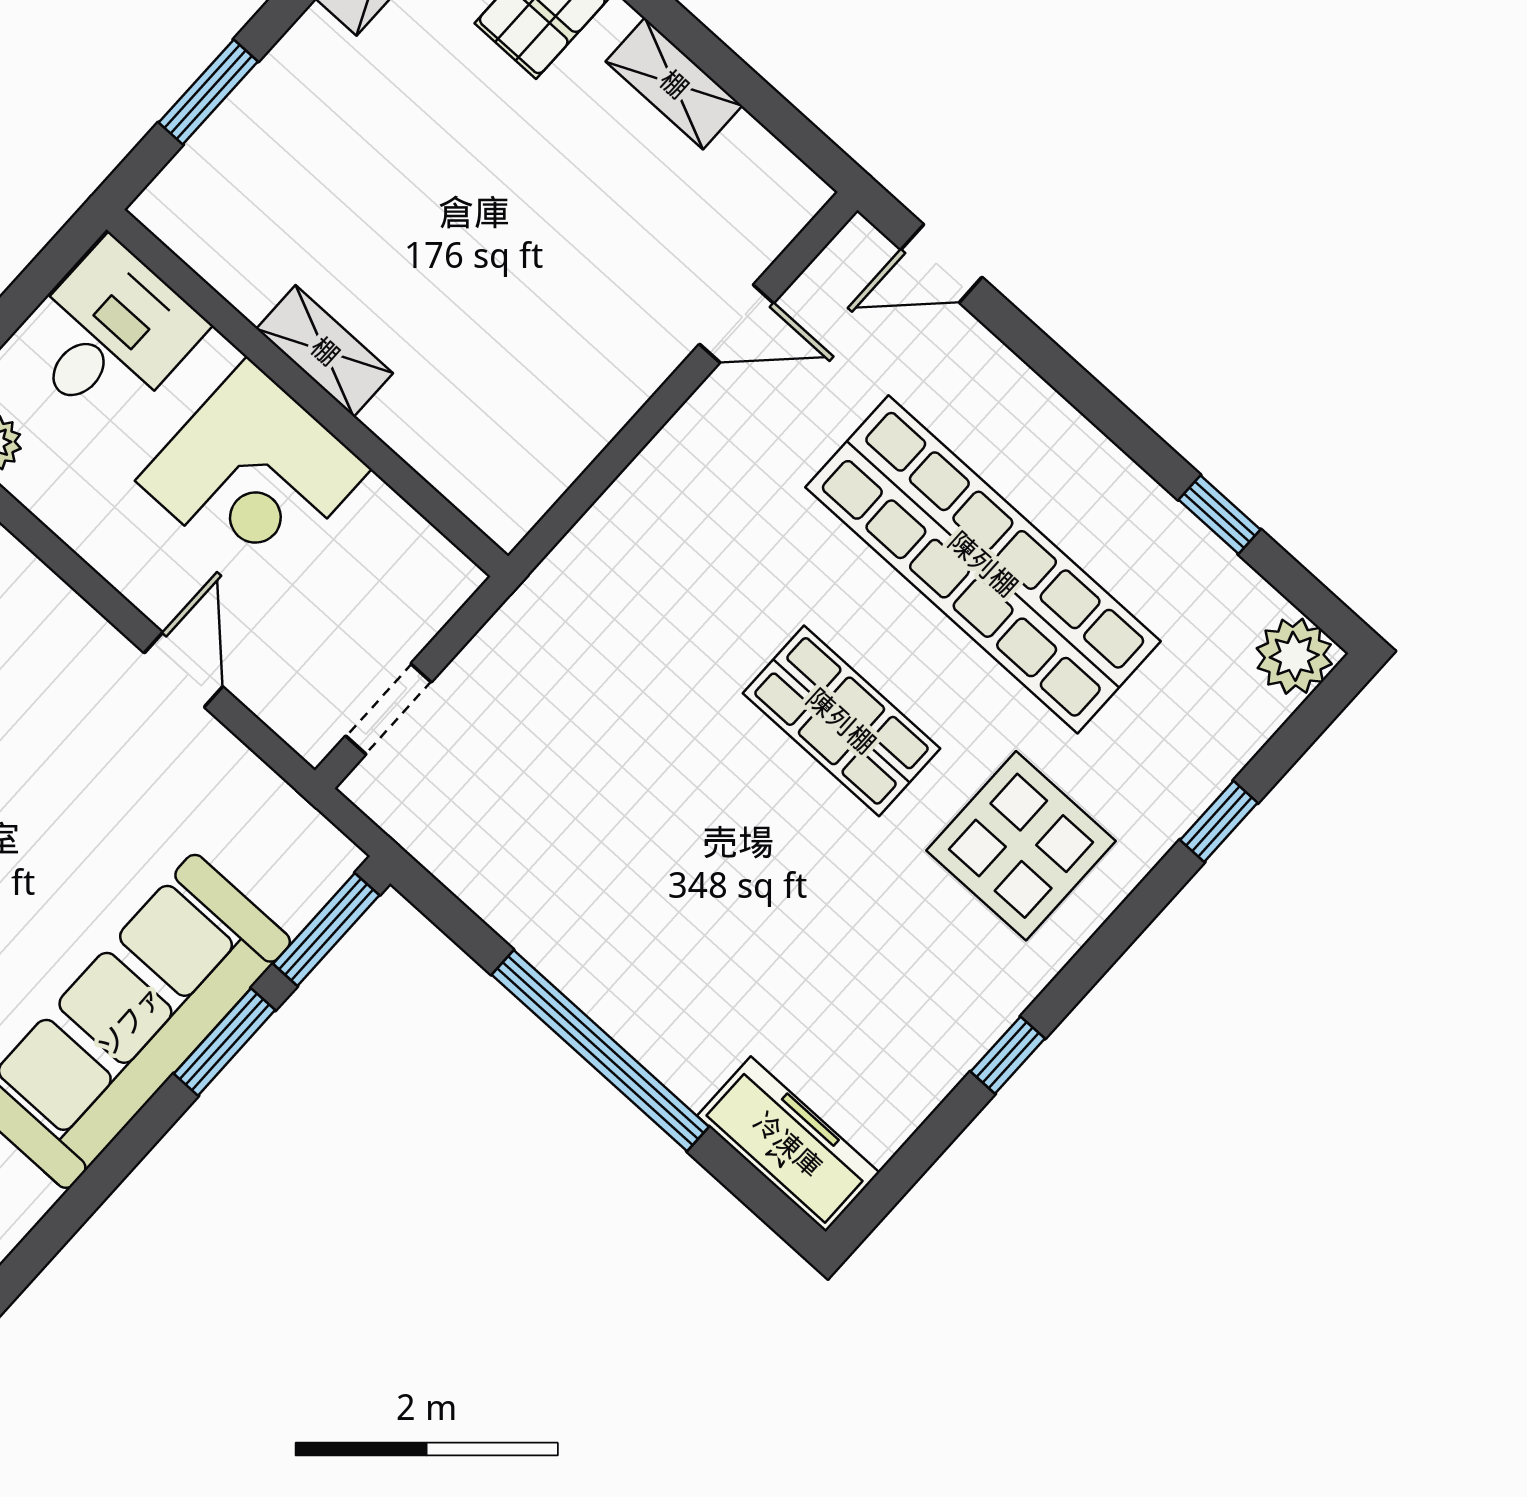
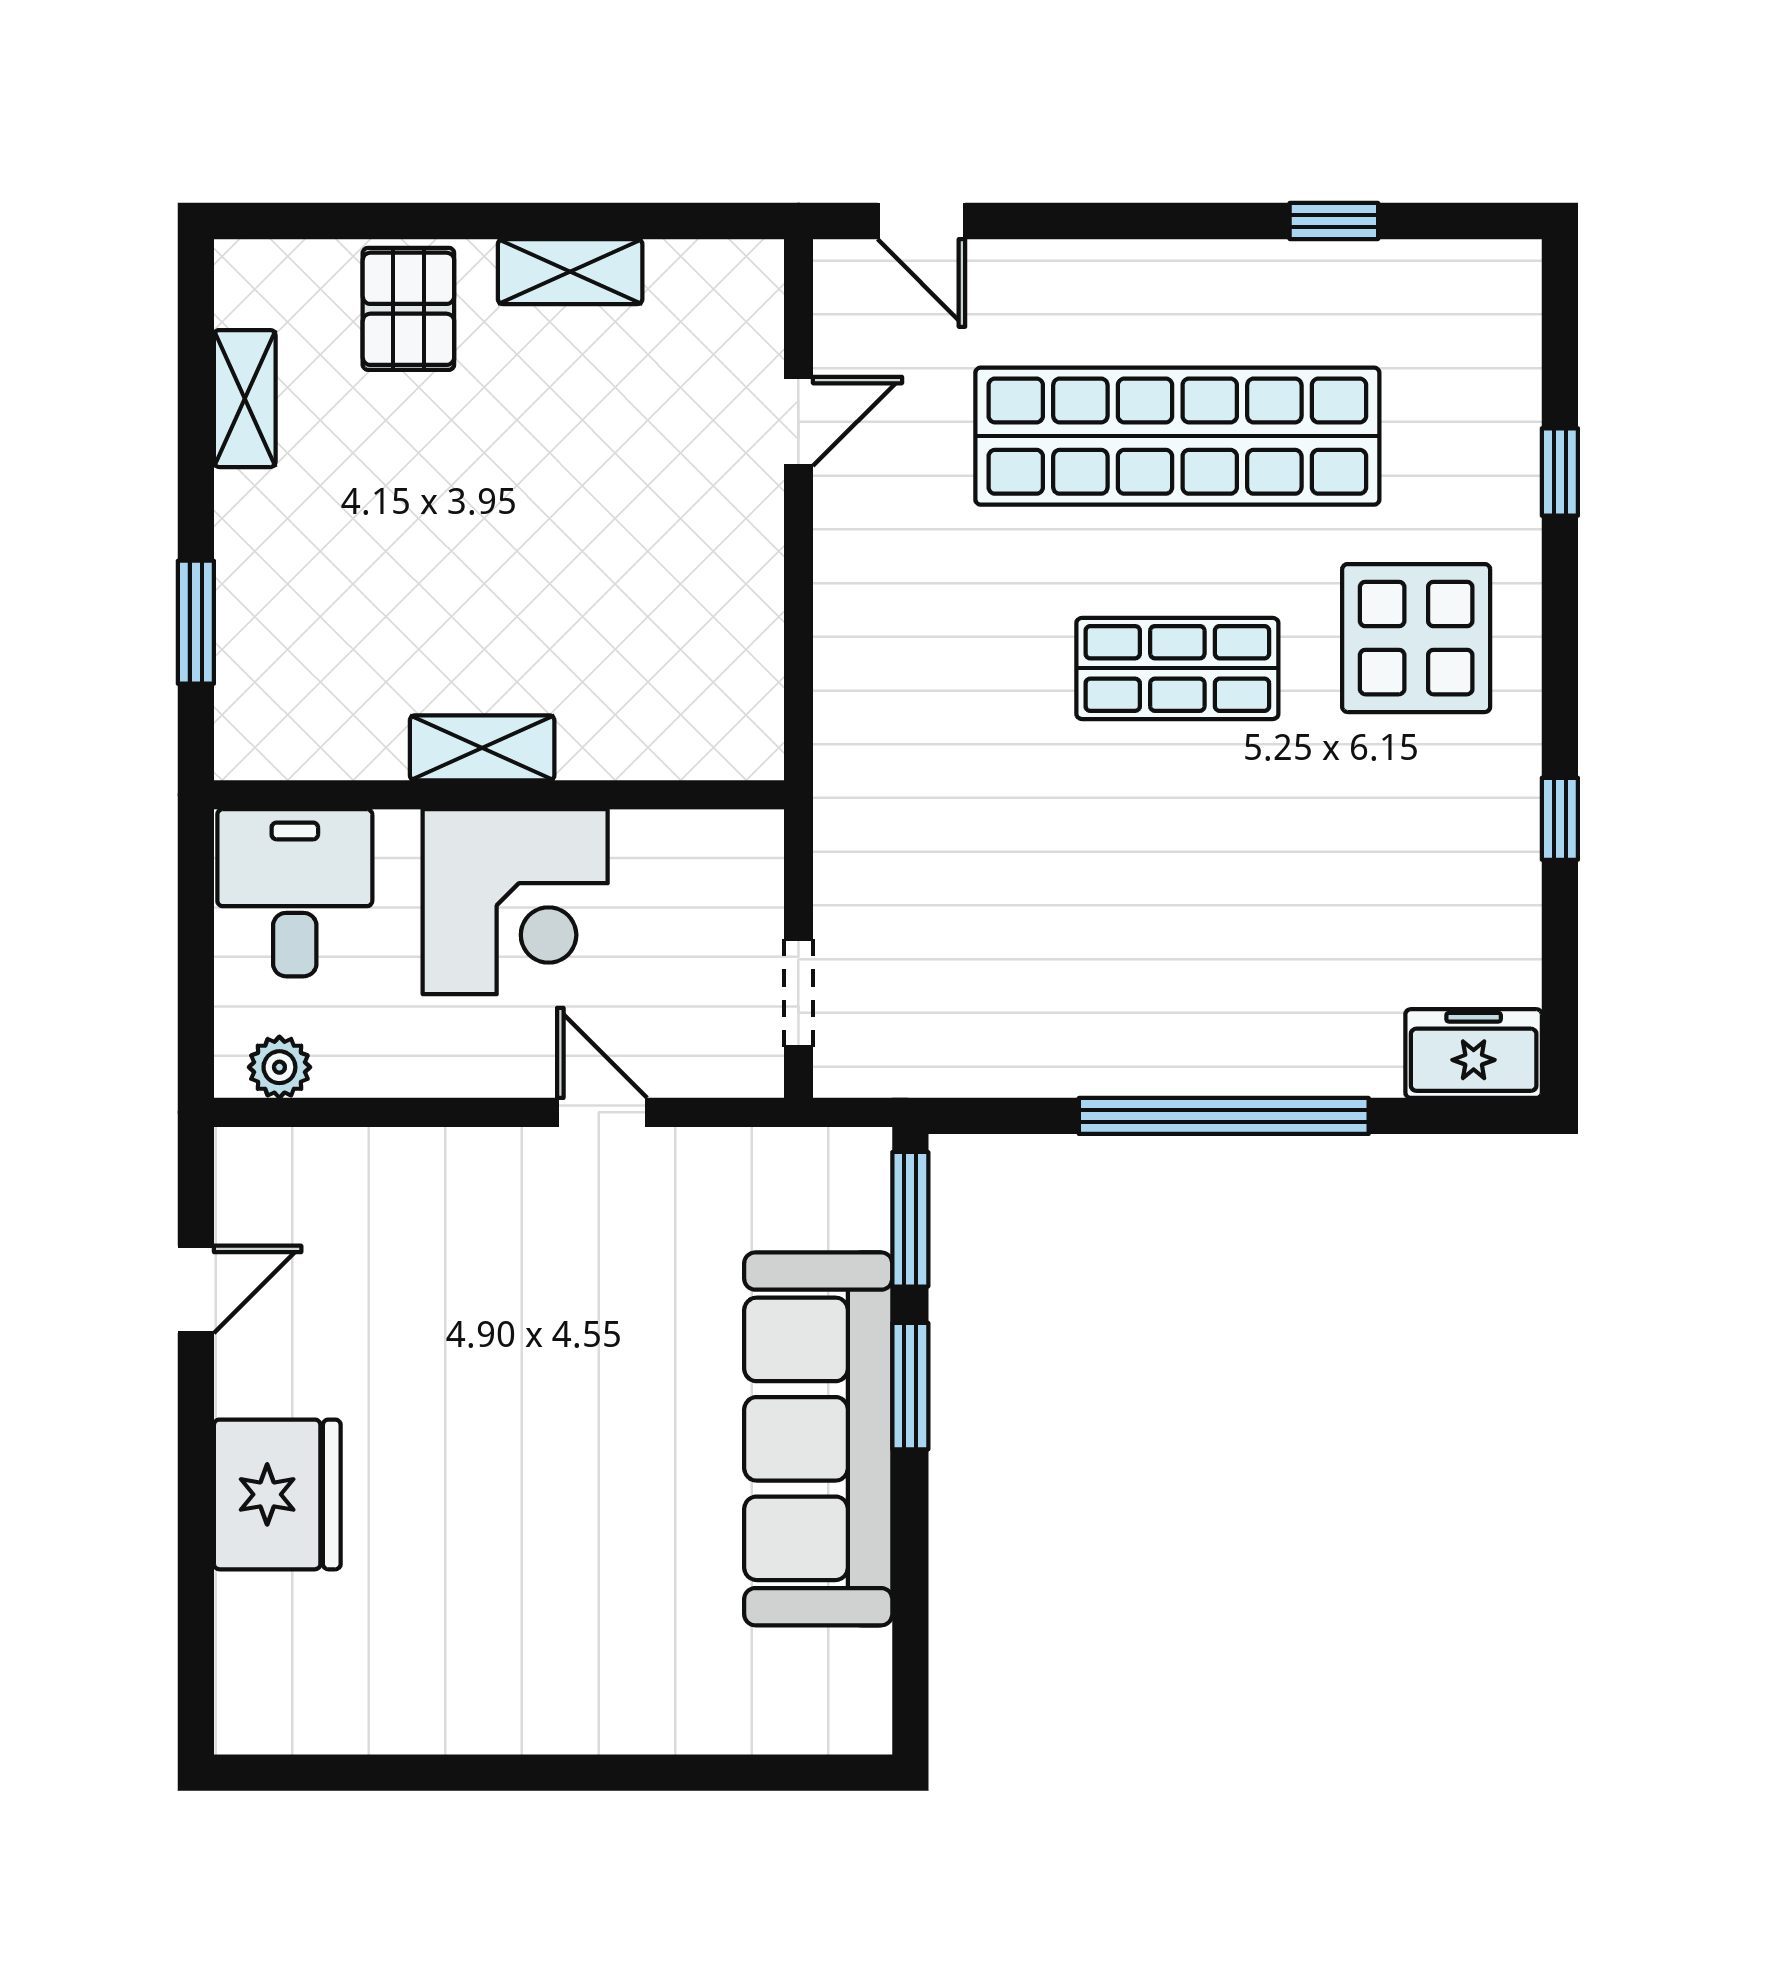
door: (941, 263) -> (921, 221), hinge flipped
plant: (1294, 656) -> (1499, 281), removed
freezer: (788, 1144) -> (1474, 1054), width x0.71

